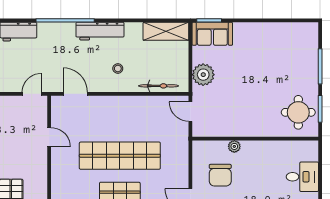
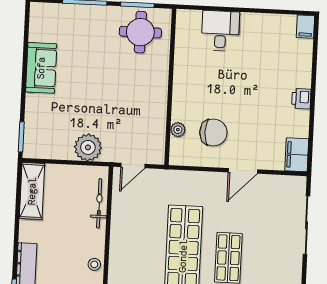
sofa: (212, 34) -> (41, 68), moved
stool: (118, 69) -> (94, 264), moved
plant: (234, 146) -> (178, 130), moved

